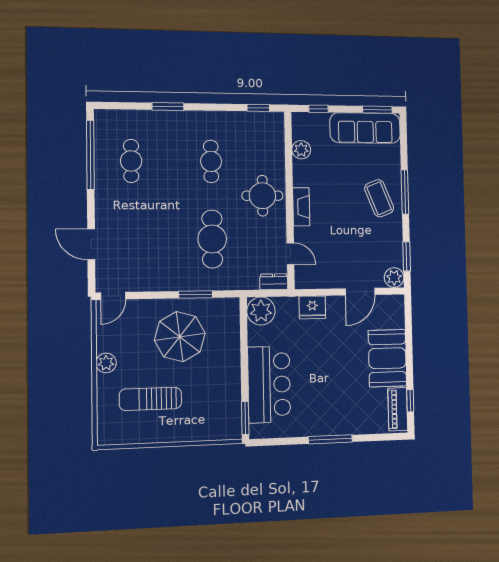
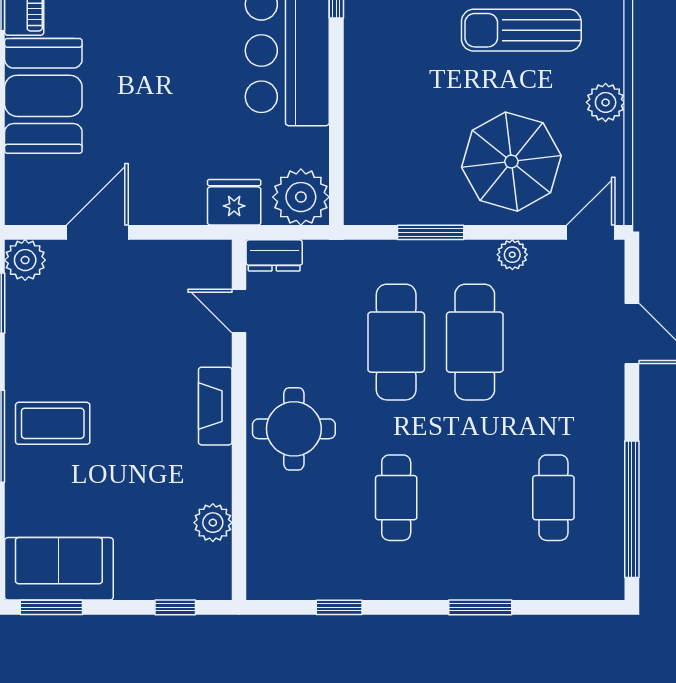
window: (258, 108) -> (339, 607), moved
sofa: (365, 128) -> (59, 569), width x0.73
coffee table: (379, 198) -> (53, 423), turned -68
cafe table: (172, 239) -> (475, 342), added
plant: (154, 284) -> (512, 255), added
fridge: (312, 307) -> (234, 202), moved
parasol: (180, 337) -> (511, 162), moved
sun lounger: (150, 399) -> (521, 30), turned 180

